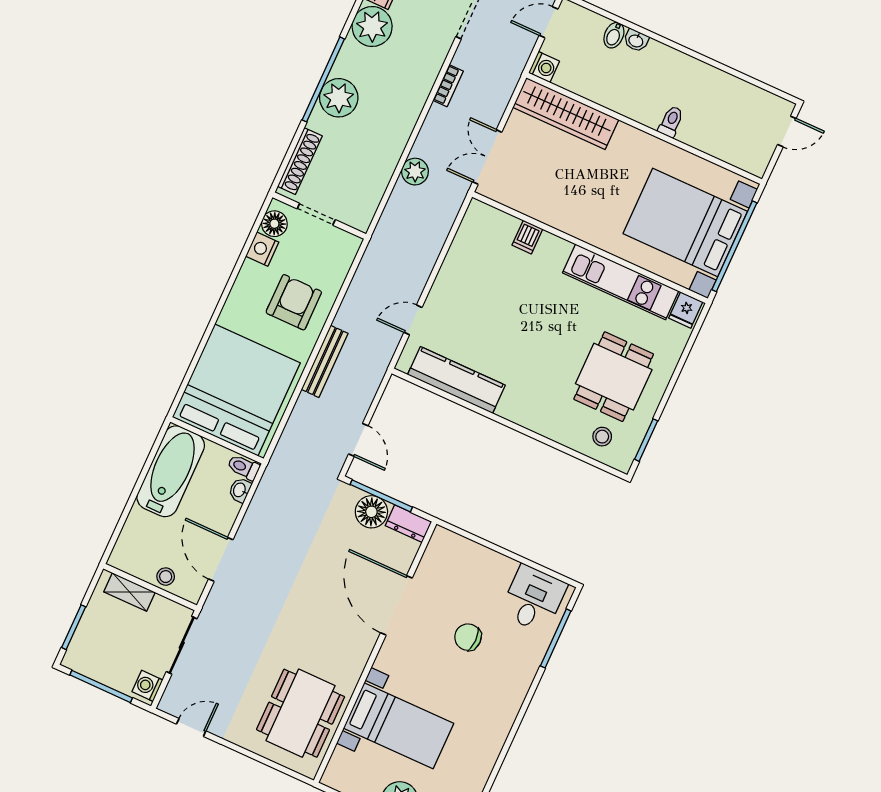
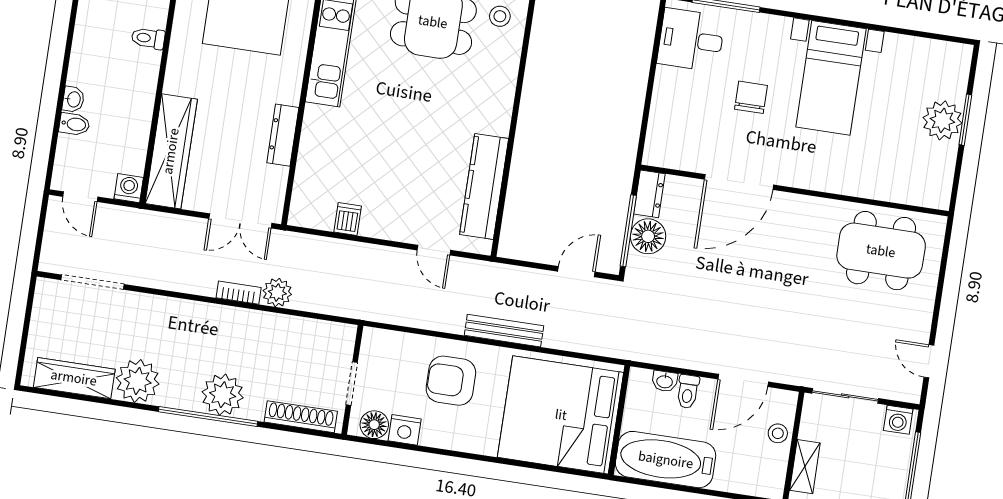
bookcase: (448, 86) -> (239, 293), moved
dresser: (552, 216) -> (283, 135), added
dishwasher: (527, 237) -> (348, 219), moved, turned -90
toilet: (243, 467) -> (688, 392), moved
chair: (468, 637) -> (751, 97), turned 180
bed with nightstands: (399, 726) -> (831, 78), moved, turned 180

